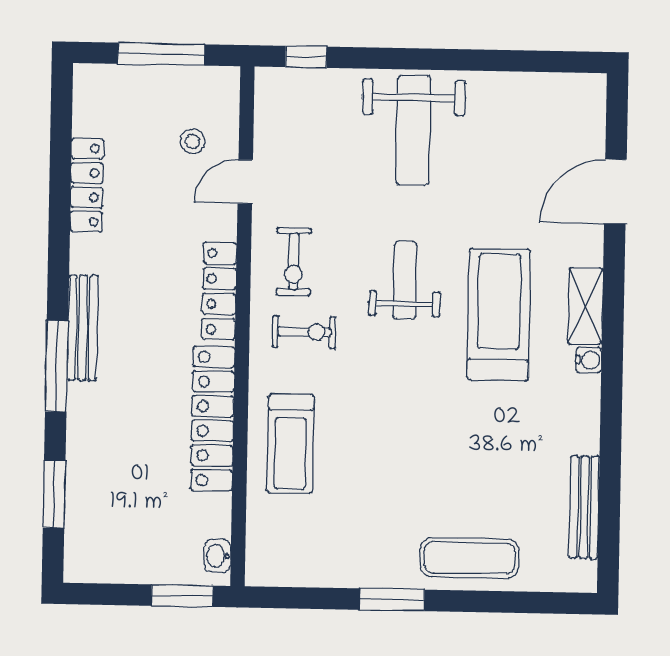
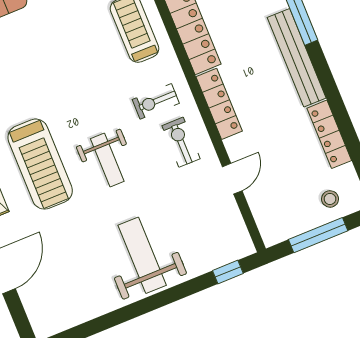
stool: (192, 141) -> (330, 199), moved
bench: (83, 328) -> (297, 58), width x1.37, depth x1.21

